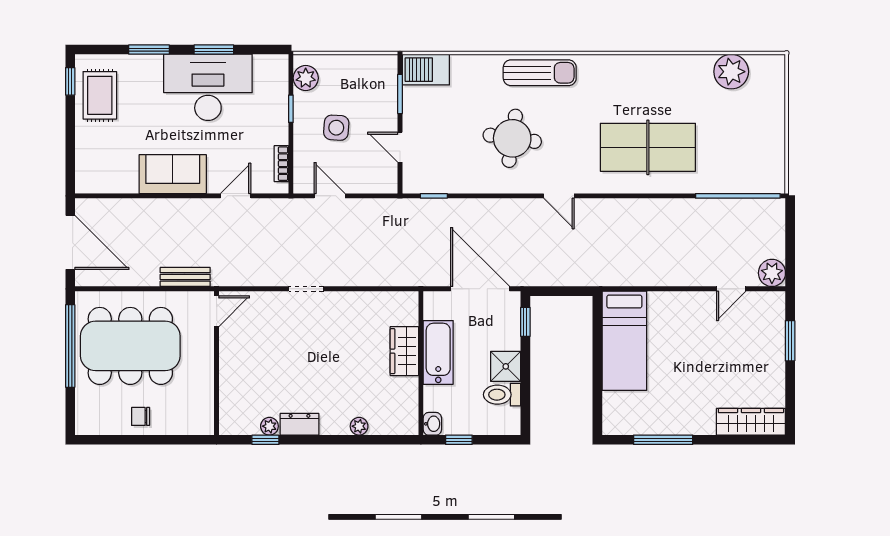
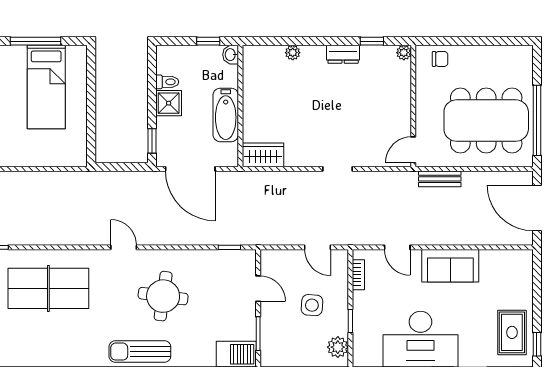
door: (236, 196) -> (397, 247), hinge flipped
bed: (624, 341) -> (46, 87), moved, turned 180
wardrobe: (404, 351) -> (263, 155), moved, turned -90
toilet: (502, 395) -> (167, 82), width x0.73, depth x0.72
chair: (141, 416) -> (440, 59), moved
plant: (269, 426) -> (404, 53), moved

